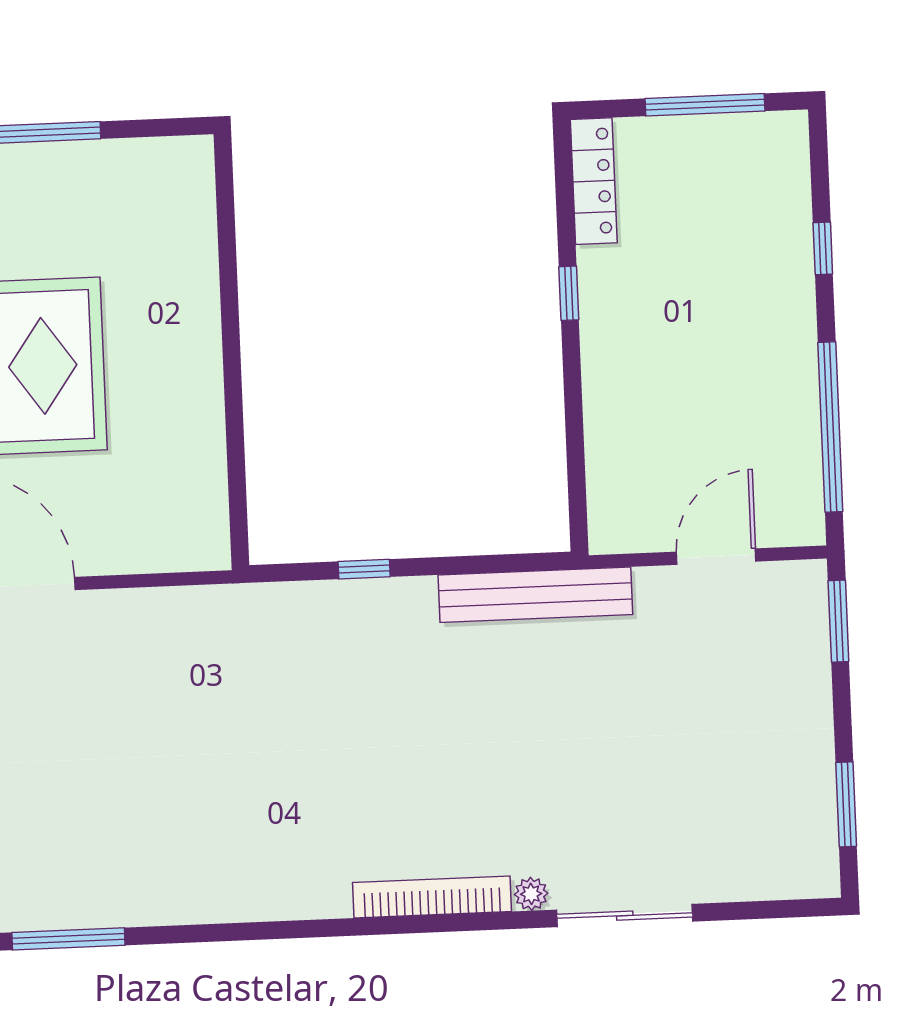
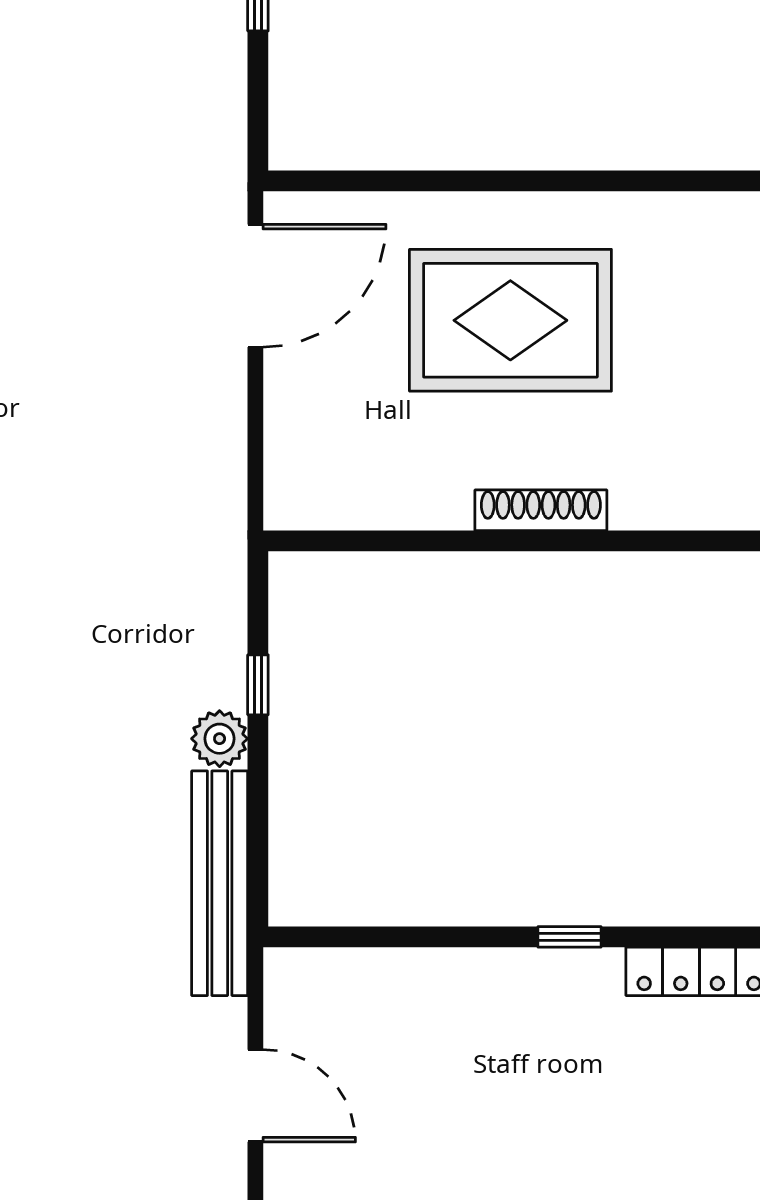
shoe rack: (204, 333) -> (541, 510), added
plant: (412, 600) -> (220, 739), added

